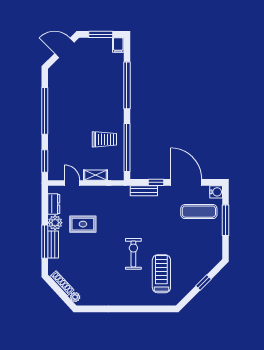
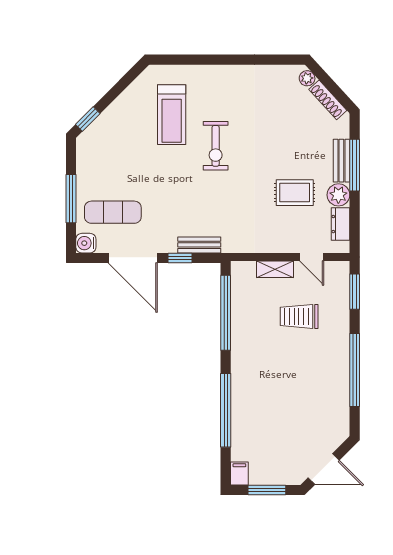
trolley: (104, 139) -> (299, 316), moved
window: (204, 282) -> (88, 119), moved

